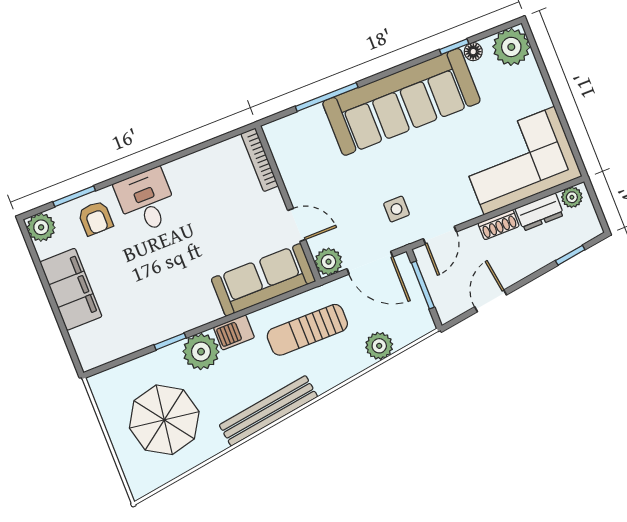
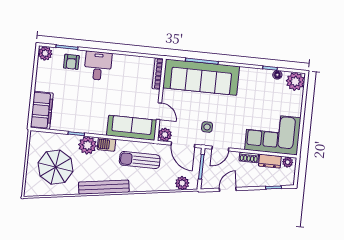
sofa: (401, 102) -> (201, 77), moved
filing cabinet: (71, 289) -> (42, 110), moved
plant: (379, 346) -> (182, 183), moved

